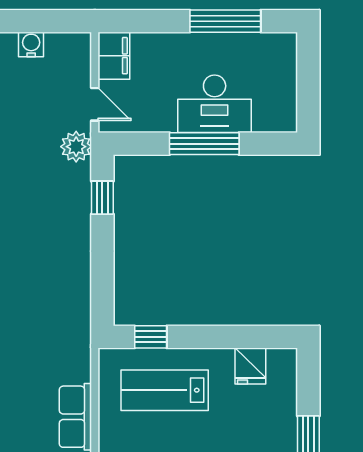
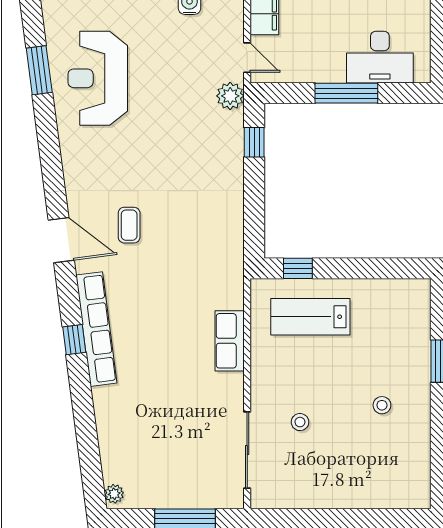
desk: (215, 104) -> (380, 57), moved
fridge: (250, 366) -> (388, 295), removed

